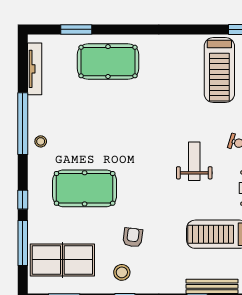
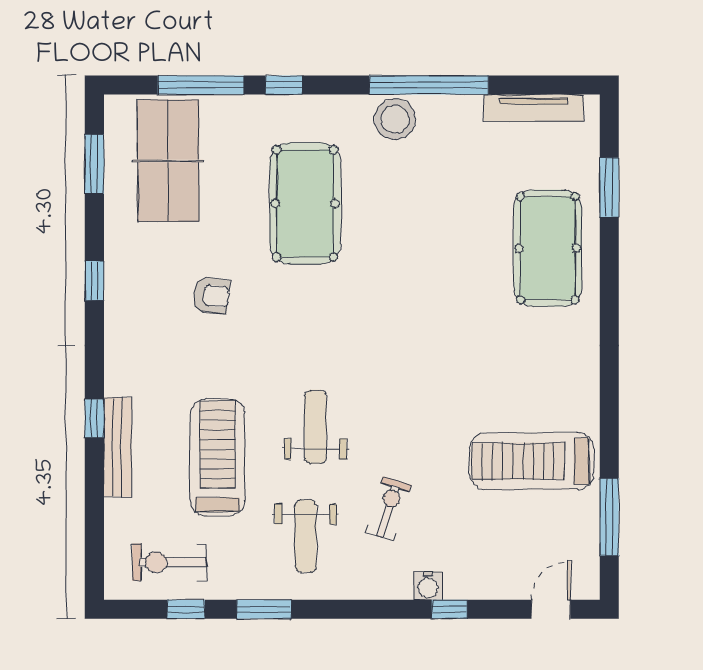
stool: (41, 141) -> (395, 119), width x1.89, depth x1.89
weight bench: (194, 161) -> (315, 427), moved, turned -90
stool: (122, 272) -> (144, 275), removed

